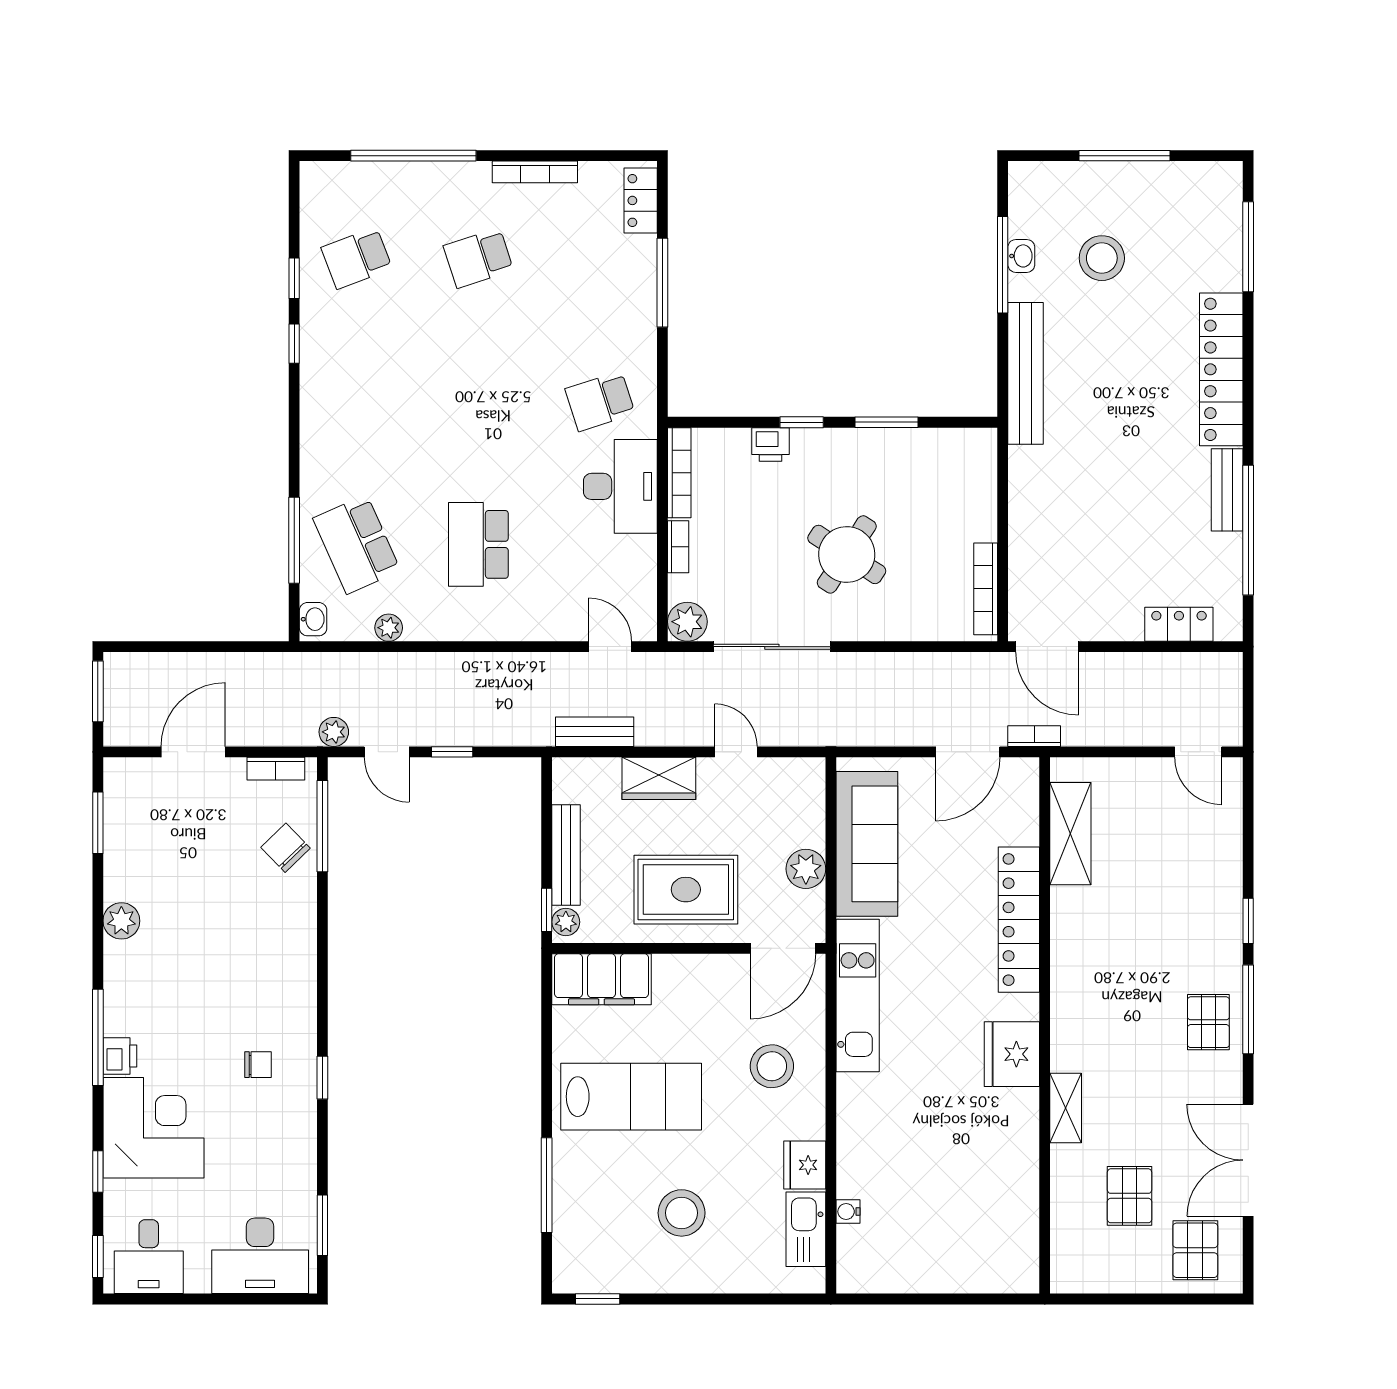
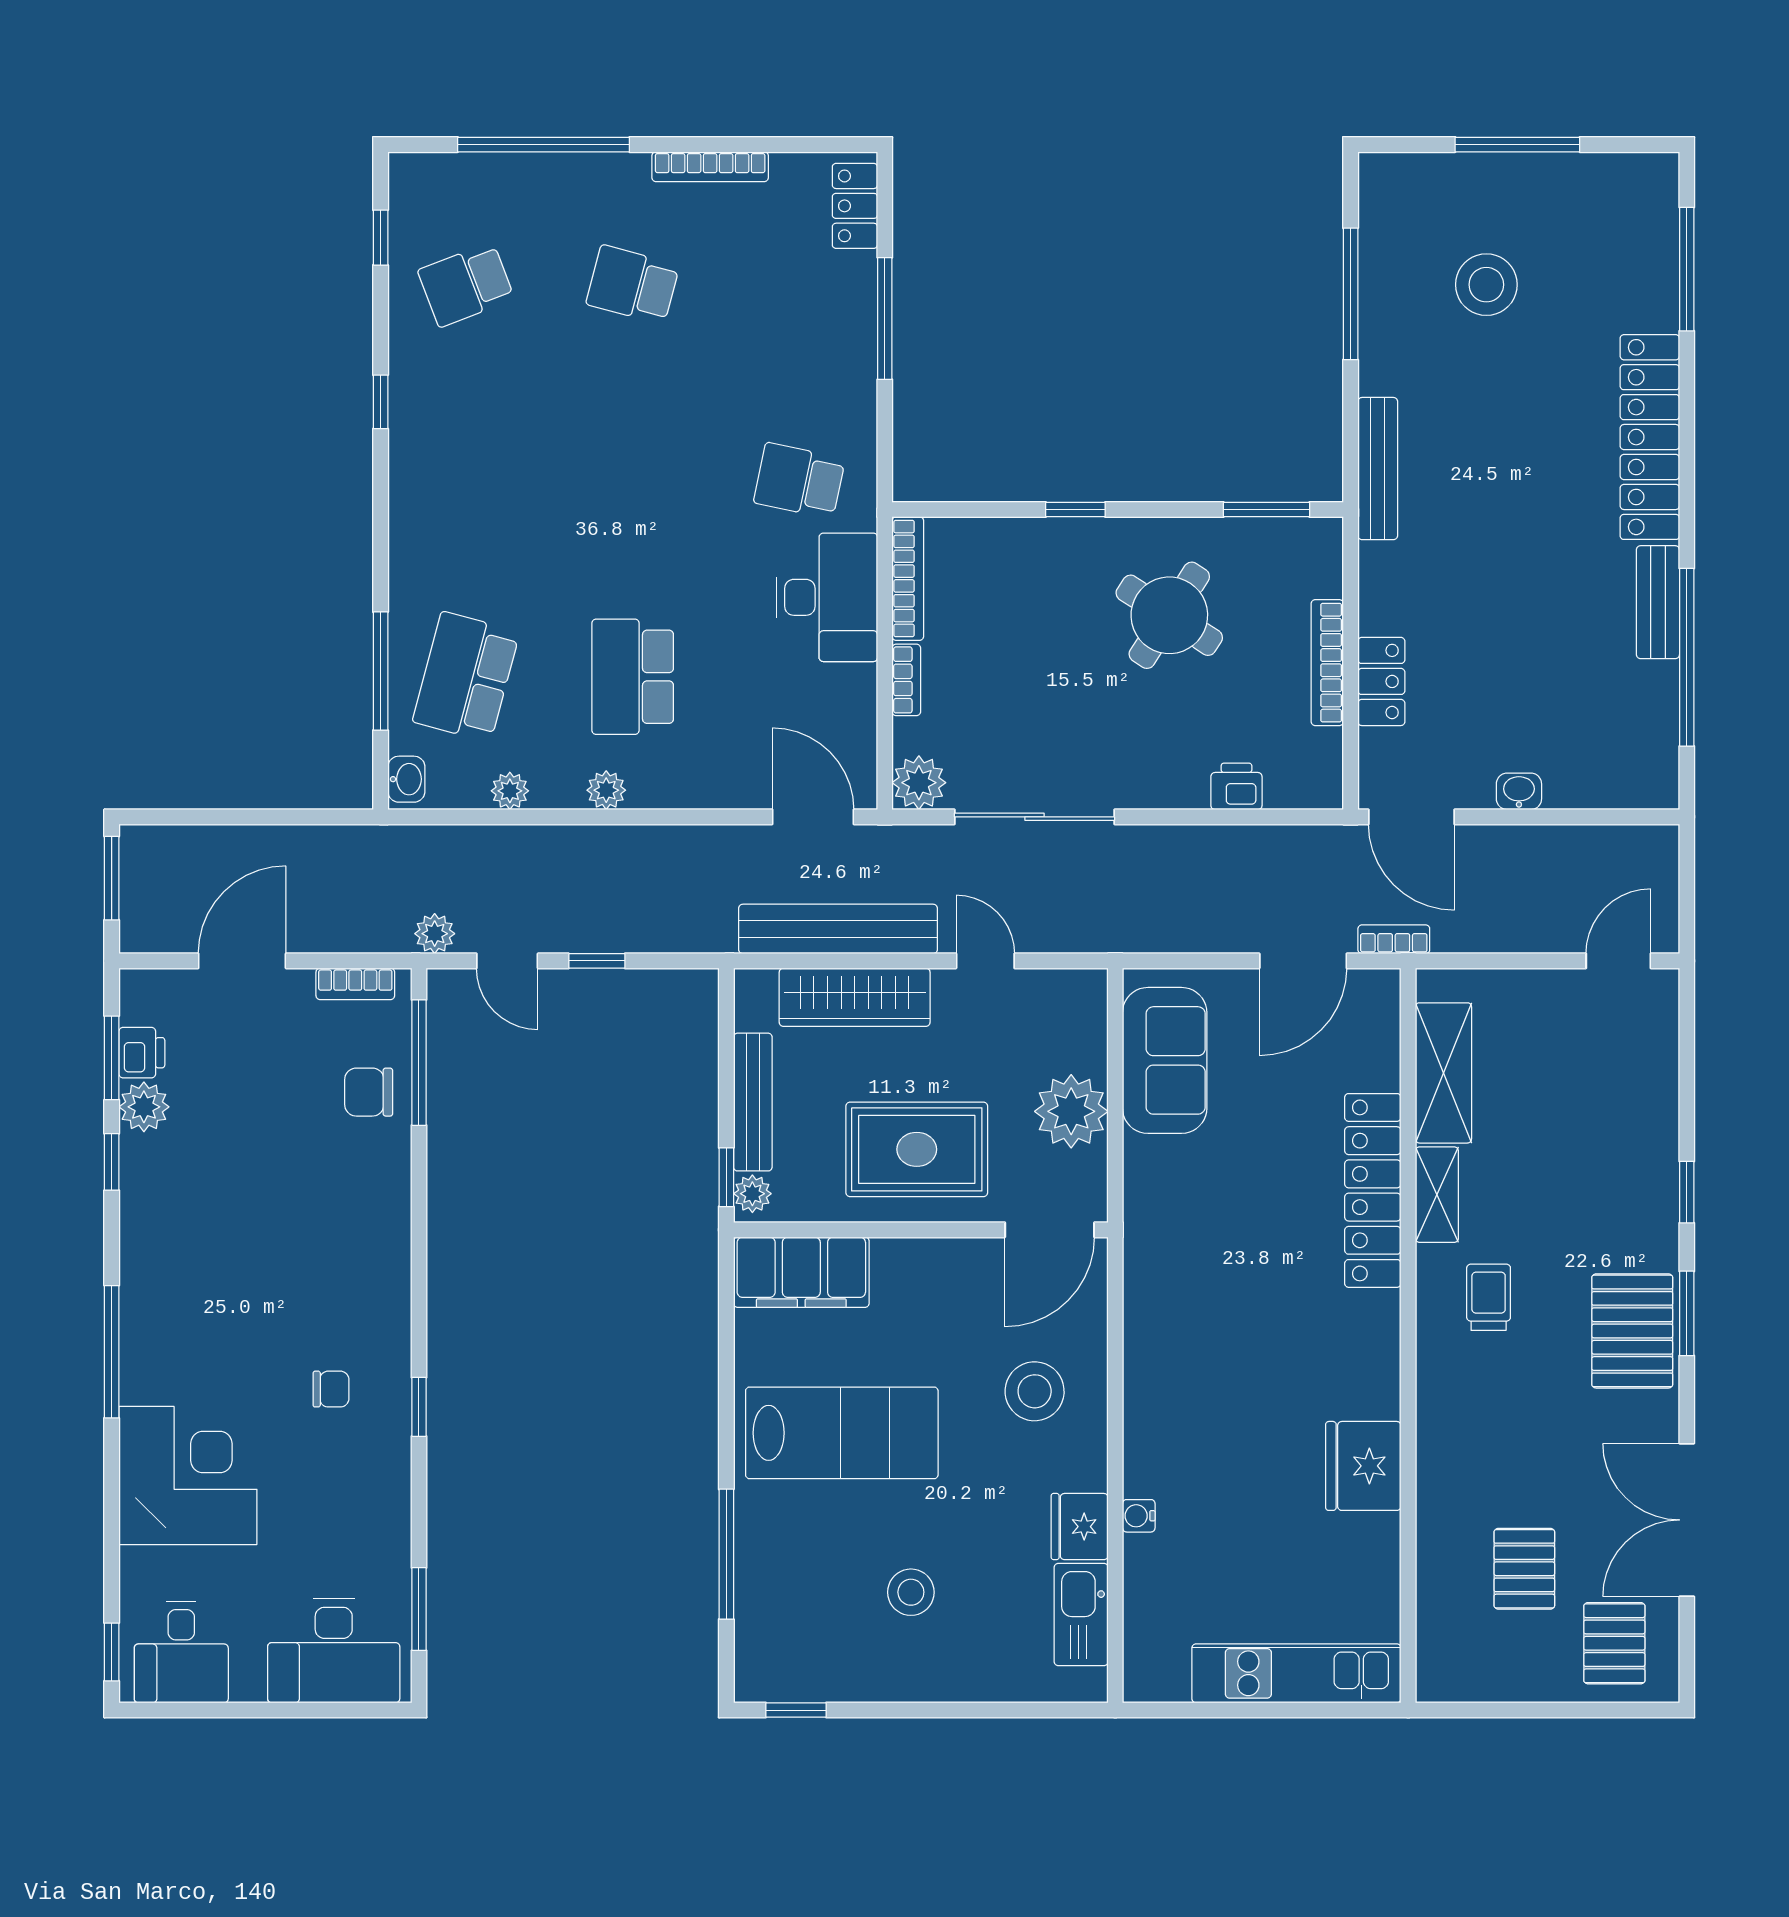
washbasin: (1021, 256) -> (1519, 791), moved, turned -90
school desk: (478, 258) -> (633, 285), turned 33
window: (294, 278) -> (381, 238), moved
bench: (1026, 373) -> (1378, 469), width x0.73, depth x0.82
school desk: (600, 401) -> (799, 481), turned 30
window: (887, 422) -> (1266, 510), moved
printer: (771, 444) -> (1236, 786), moved, turned 180
school desk: (357, 544) -> (466, 677), turned 39
round table: (847, 554) -> (1169, 615), moved
bookcase: (986, 589) -> (1327, 663), moved
locker: (1179, 624) -> (1381, 681), moved, turned 90
plant: (459, 627) -> (606, 790), added
door: (610, 647) -> (813, 817), width x1.37
bench: (595, 732) -> (838, 929), width x1.86, depth x1.21
door: (1198, 752) -> (1618, 961), swing flipped
wardrobe: (659, 778) -> (855, 997), width x1.50
sofa: (867, 844) -> (1165, 1060), width x0.73
chair: (286, 848) -> (369, 1092), turned -46
plant: (806, 869) -> (1071, 1111), width x1.36, depth x1.36
plant: (121, 921) -> (144, 1107), moved
kitchen unit: (858, 995) -> (1296, 1673), moved, turned -90
trolley: (1103, 998) -> (1489, 1297), added
window: (1248, 1009) -> (1687, 1313), width x0.69
pallet: (1208, 1022) -> (1632, 1331), width x1.50, depth x1.42
fridge: (1012, 1054) -> (1363, 1466), moved
printer: (120, 1056) -> (142, 1053), moved
shelving: (1066, 1108) -> (1437, 1195), moved
window: (98, 1172) -> (112, 1162), moved
water cooler: (848, 1212) -> (1139, 1516), moved
stool: (682, 1213) -> (911, 1592), width x0.73, depth x0.73

